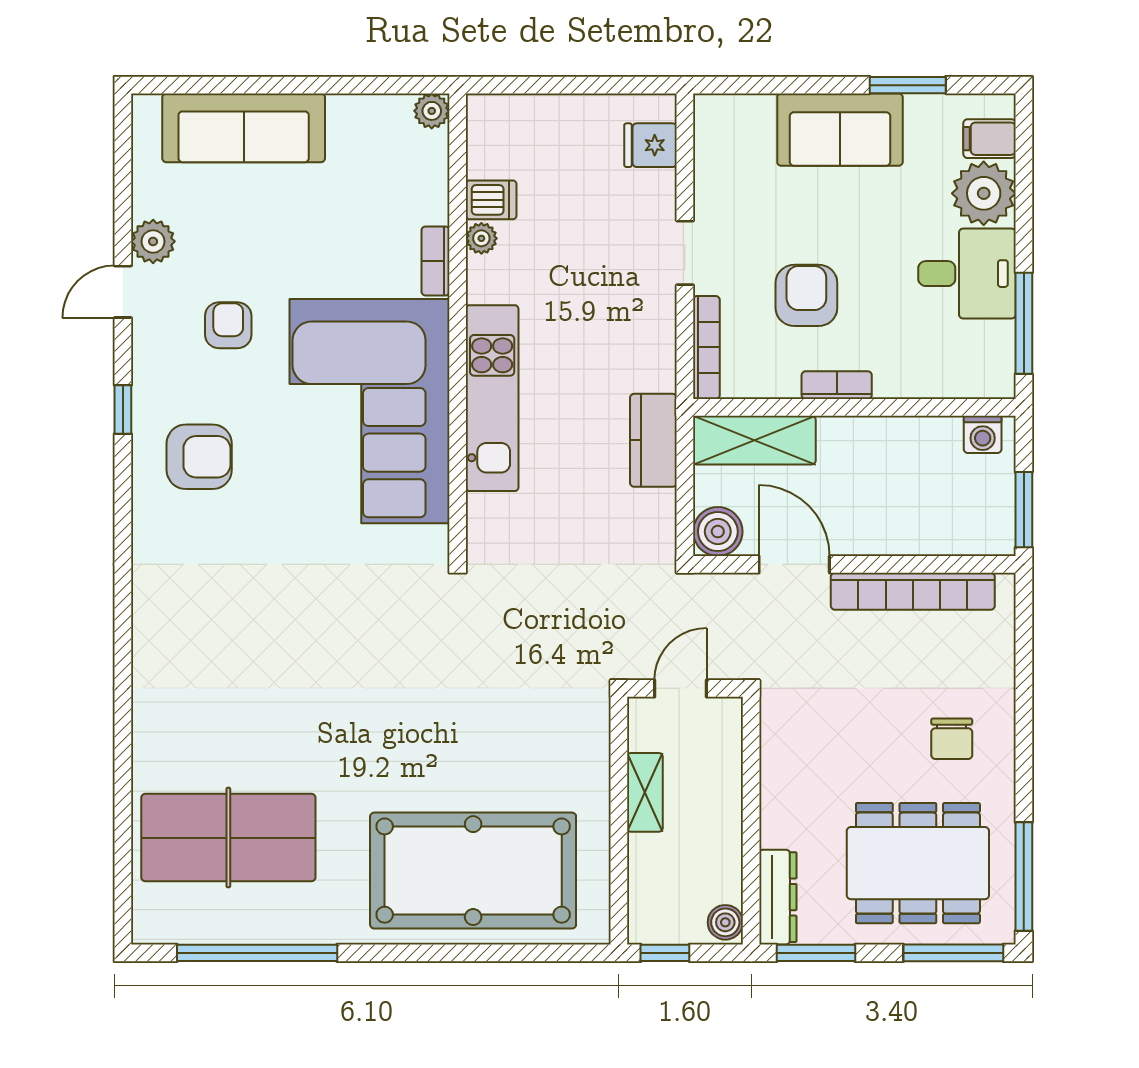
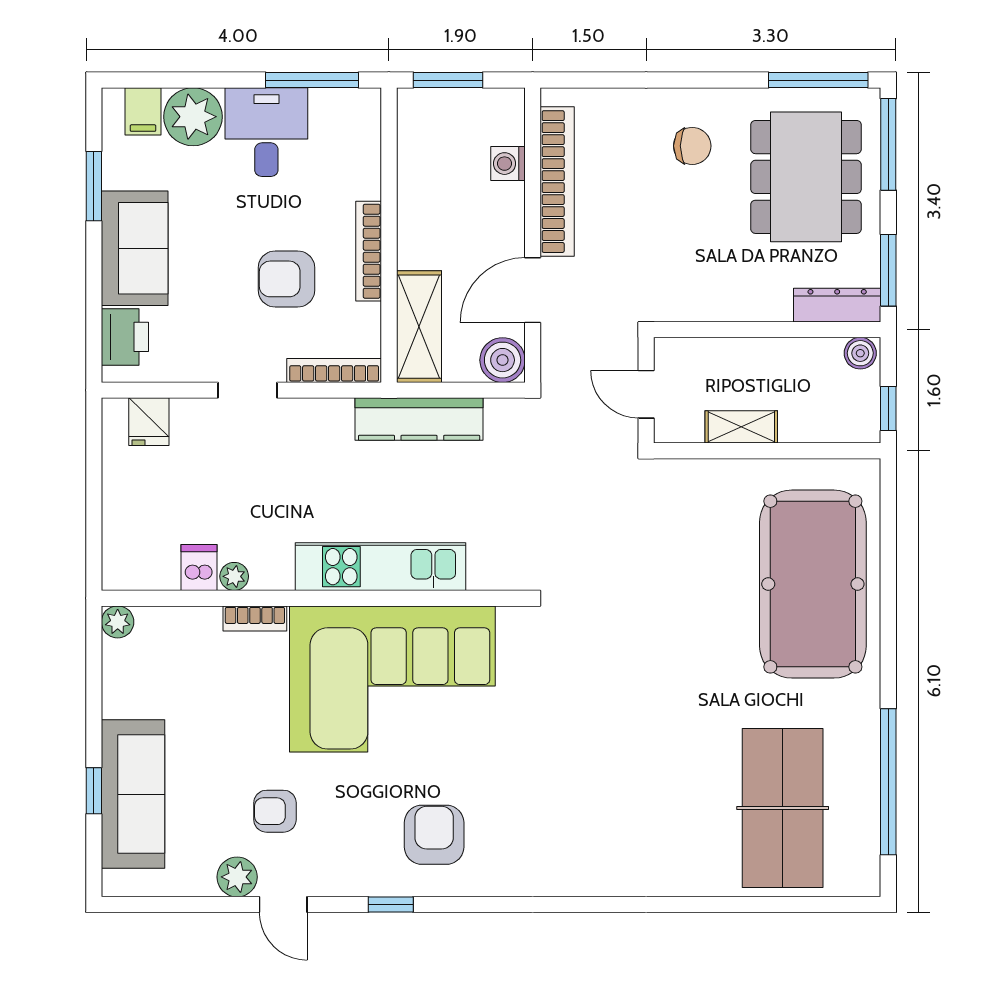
window: (247, 85) -> (94, 791), added
printer: (743, 119) -> (125, 337), added
armchair: (228, 325) -> (275, 811), moved
bookcase: (837, 385) -> (369, 251), width x1.56
washing machine: (983, 434) -> (508, 164), moved, turned 180
kitchen counter: (653, 440) -> (419, 419), width x1.50
window: (1024, 510) -> (448, 80), moved

